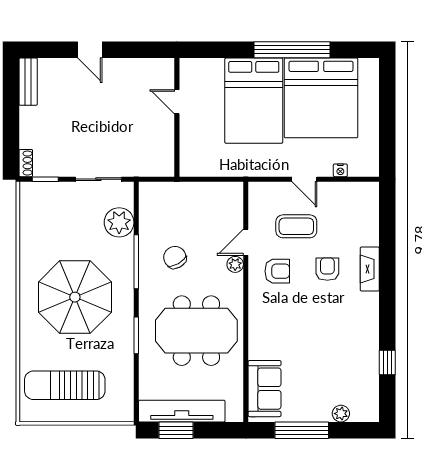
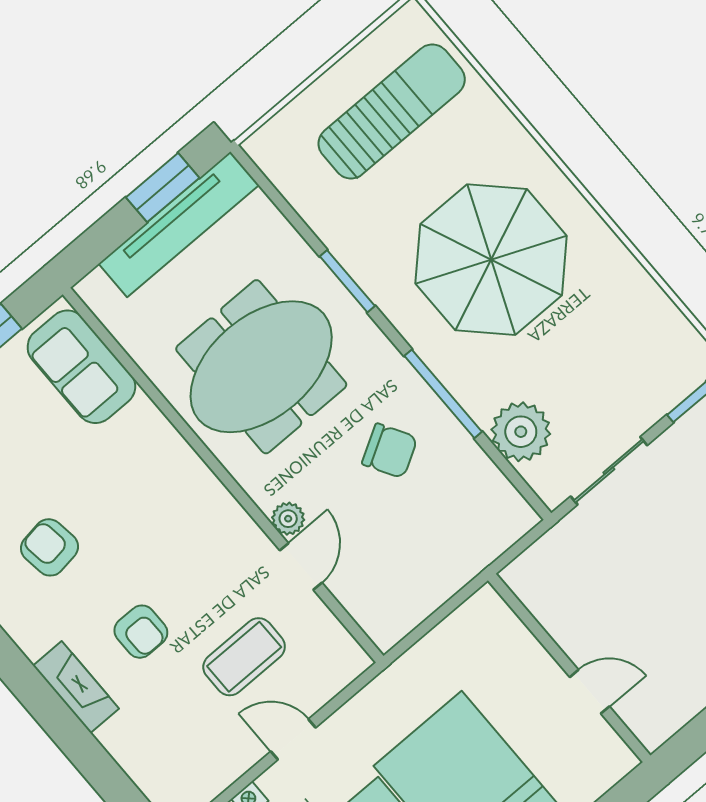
armchair: (277, 271) -> (49, 547), moved, turned 82

